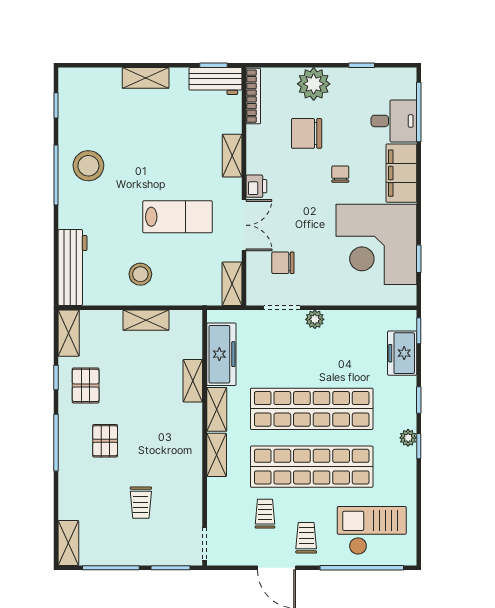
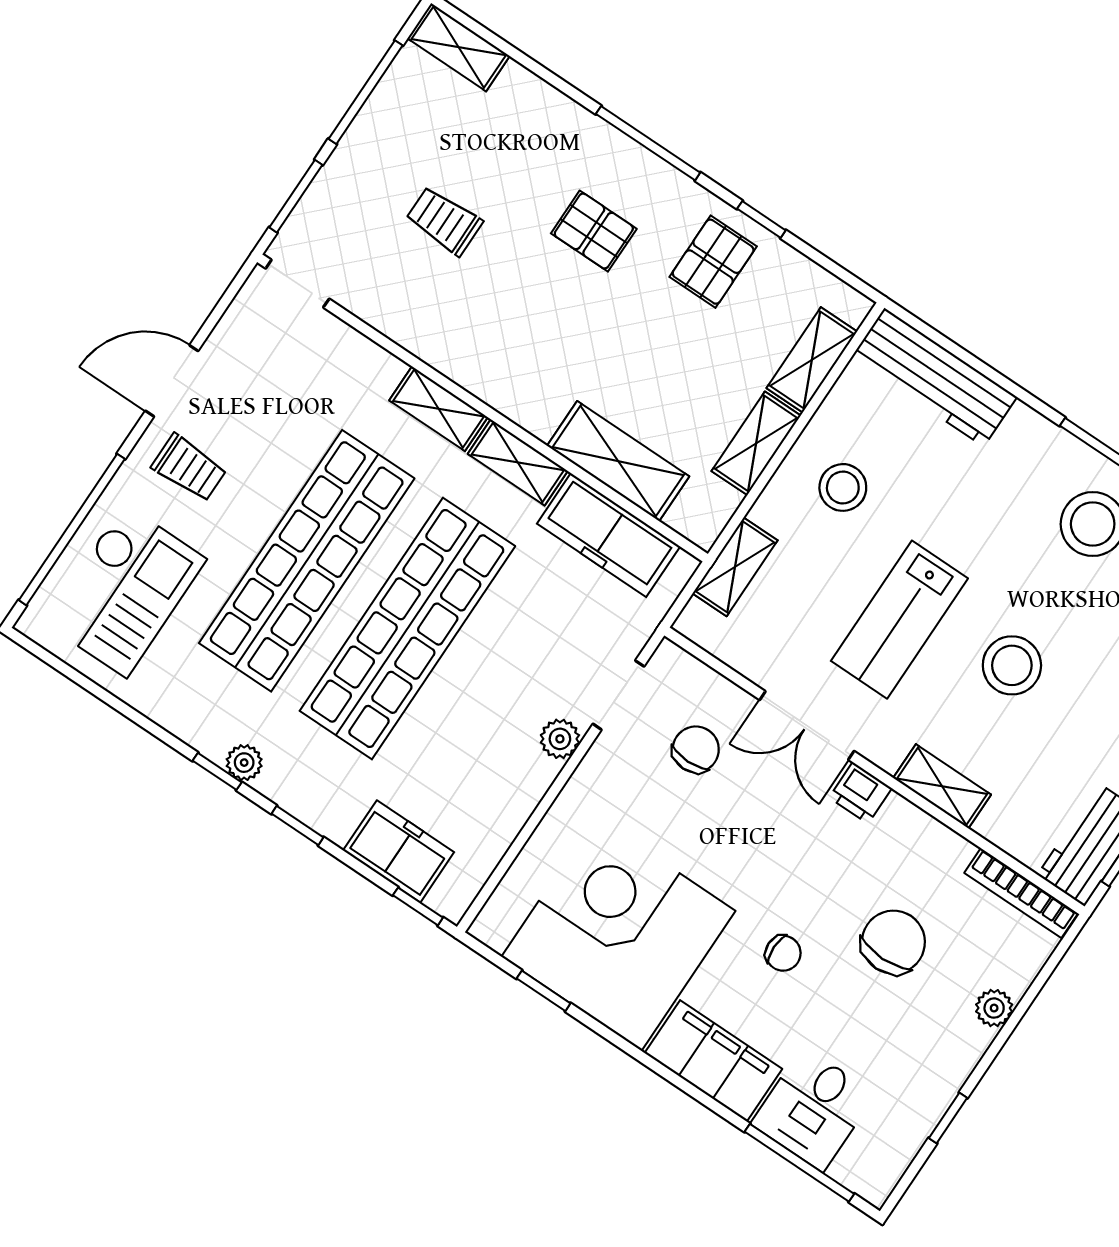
plant: (314, 84) -> (994, 1008), width x0.53, depth x0.53
stool: (166, 160) -> (1012, 665), added
shelving: (232, 284) -> (735, 567), moved, turned 90
shelving: (69, 333) -> (812, 360), moved, turned 90
shelving: (193, 381) -> (618, 461), width x1.50, depth x1.33
pallet: (86, 385) -> (713, 262), turned 90
trolley: (265, 514) -> (279, 424), removed

